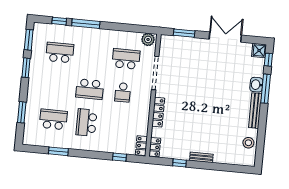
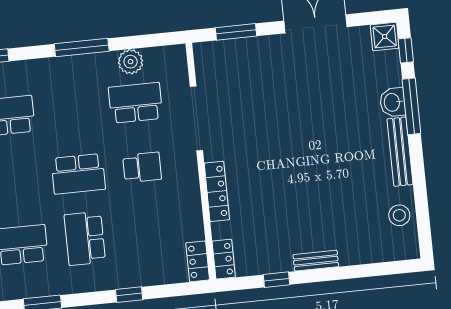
window: (86, 24) -> (82, 48), moved
plant: (148, 39) -> (131, 62), moved
school desk: (123, 92) -> (142, 167), turned -90
window: (119, 157) -> (129, 295), moved

